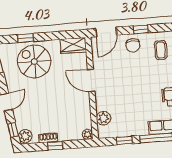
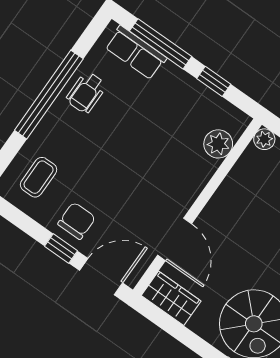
window: (141, 29) -> (61, 248), moved
door: (91, 80) -> (175, 239), moved

